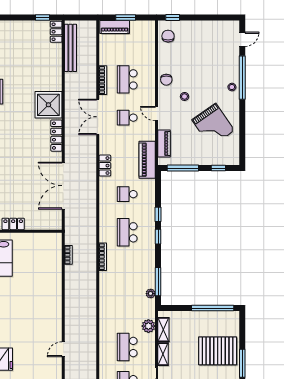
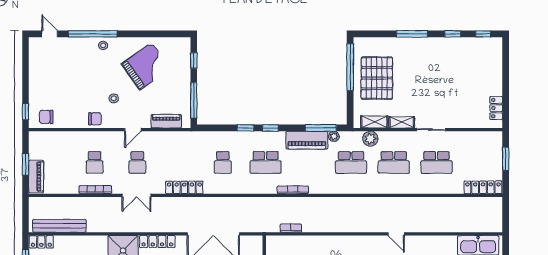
school desk: (127, 79) -> (95, 162), width x0.54
double door: (98, 117) -> (137, 195), width x0.73
piano: (147, 160) -> (307, 140), moved
locker: (105, 166) -> (184, 187), width x1.53
school desk: (127, 309) -> (351, 162), added
pallet: (218, 351) -> (377, 78), moved

